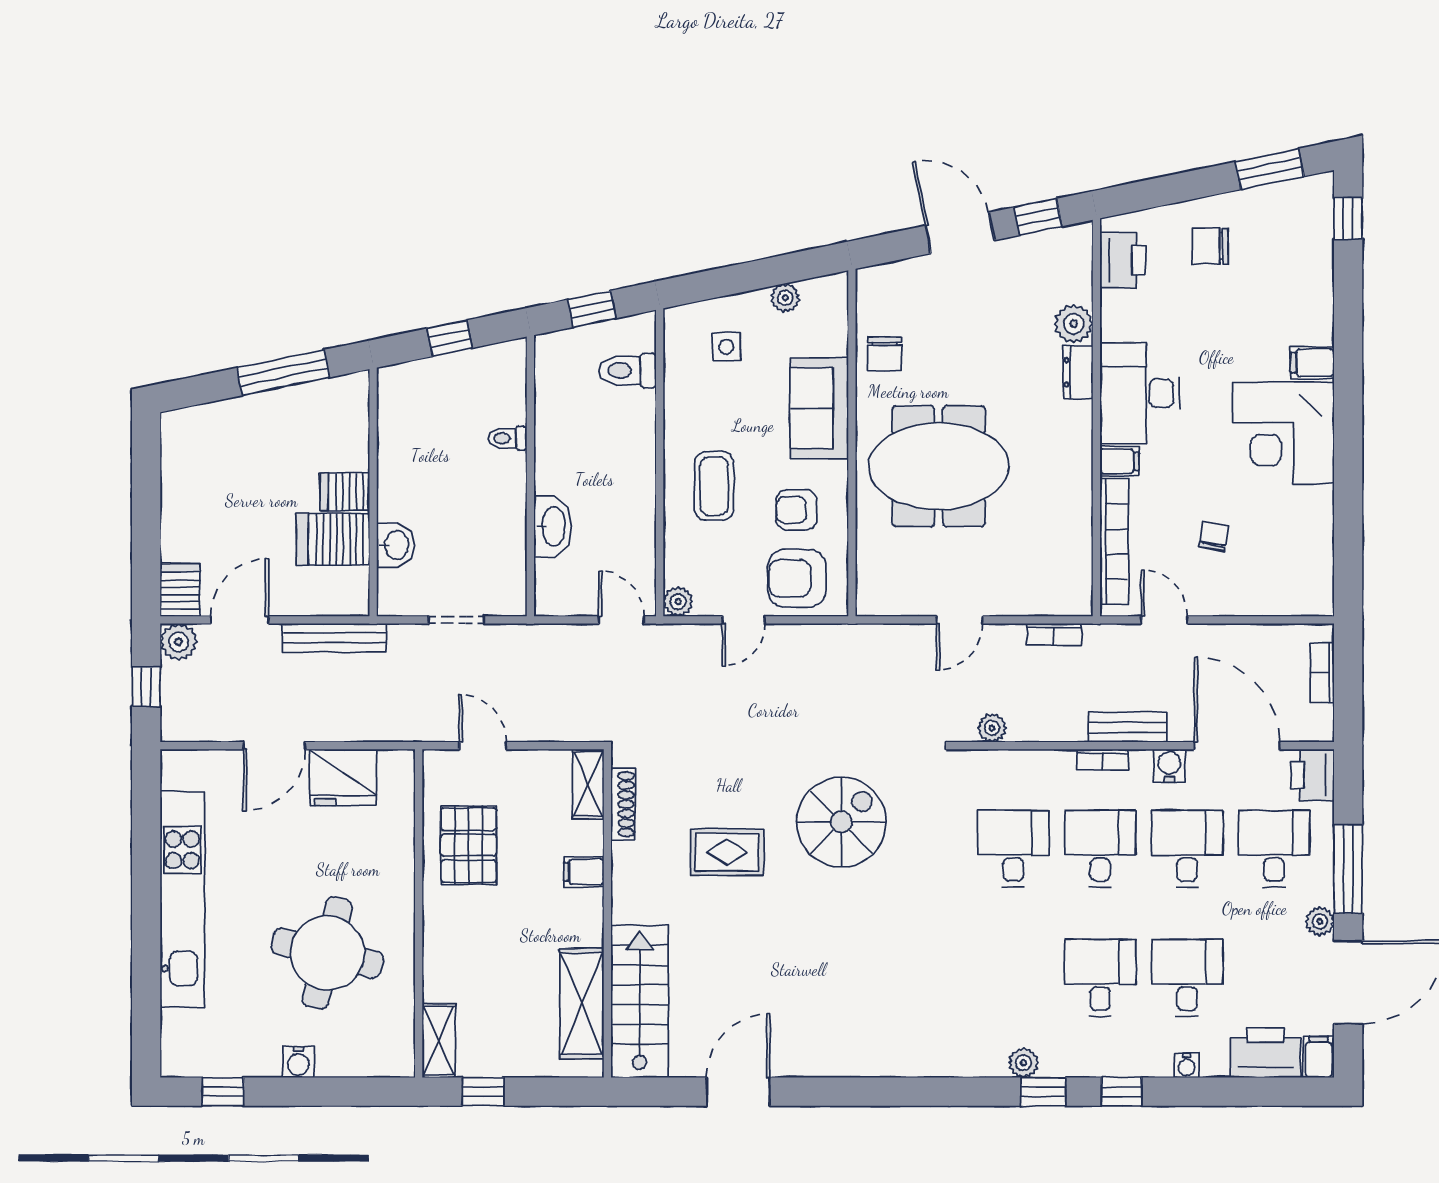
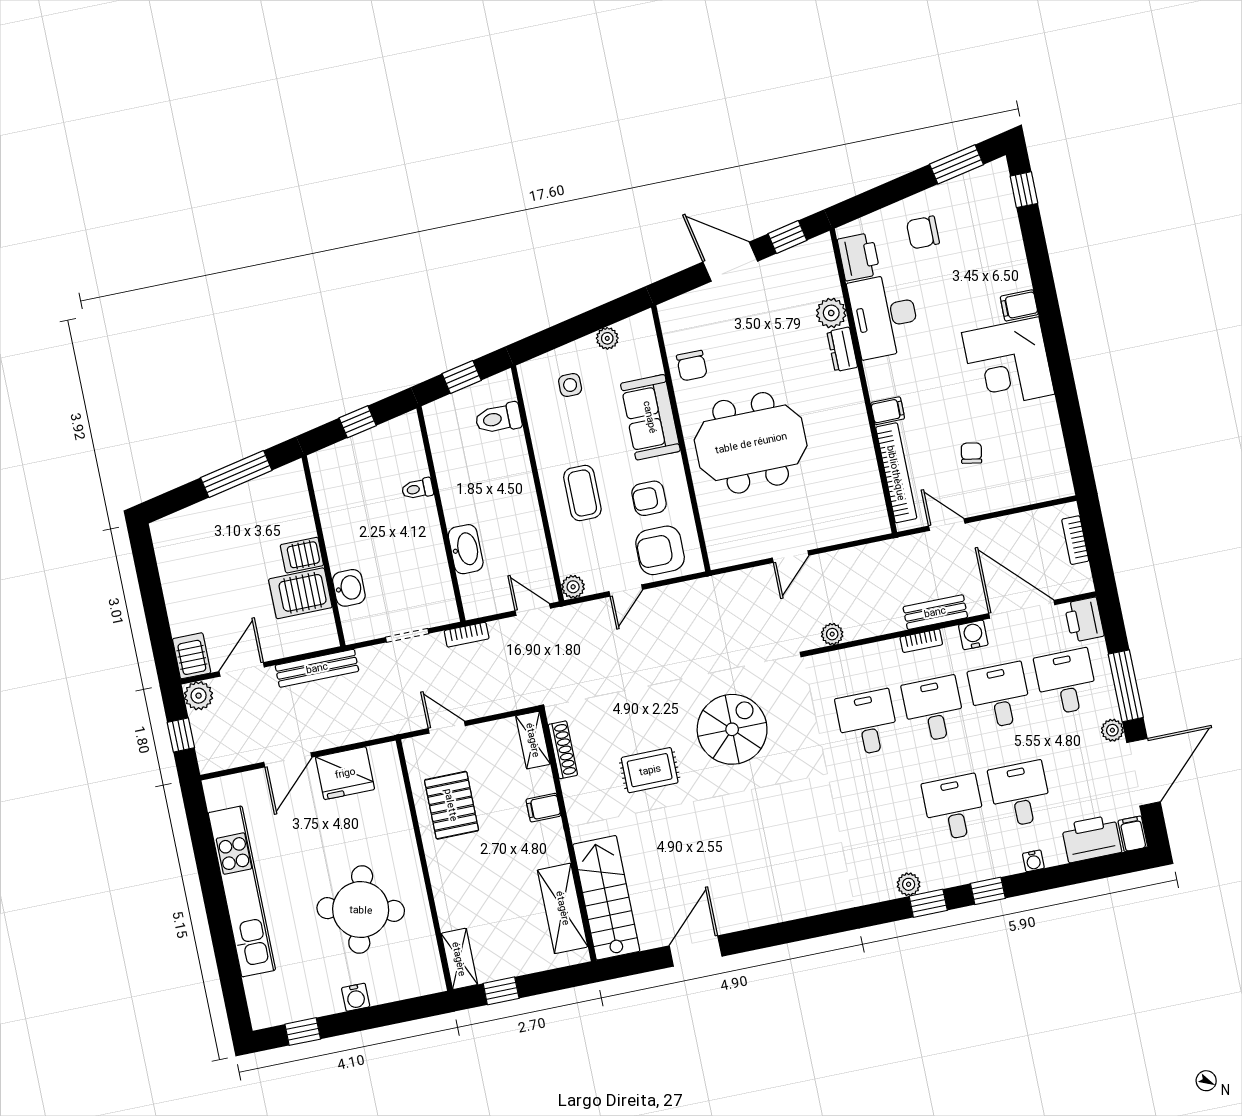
desk: (1140, 393) -> (884, 316), moved
bookcase: (1054, 634) -> (467, 635), moved

